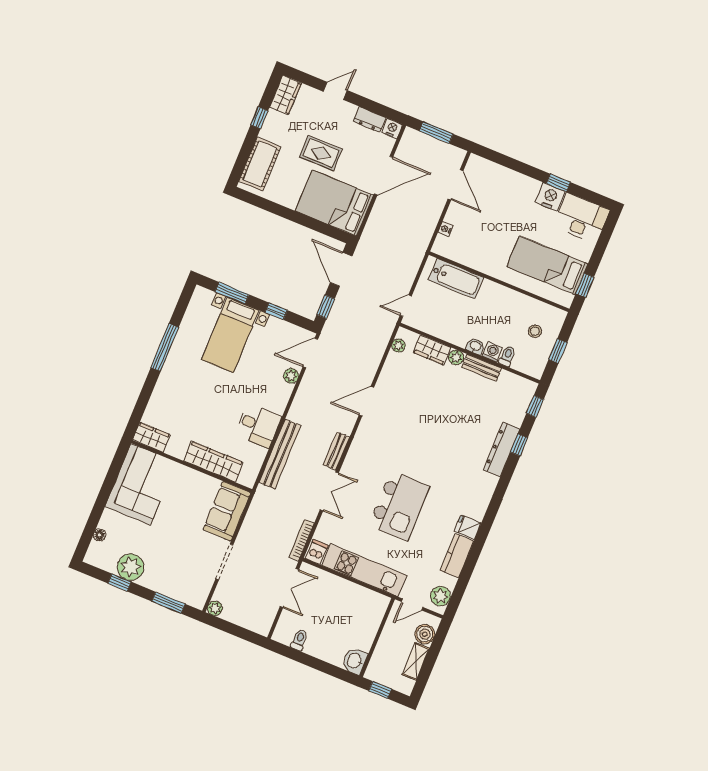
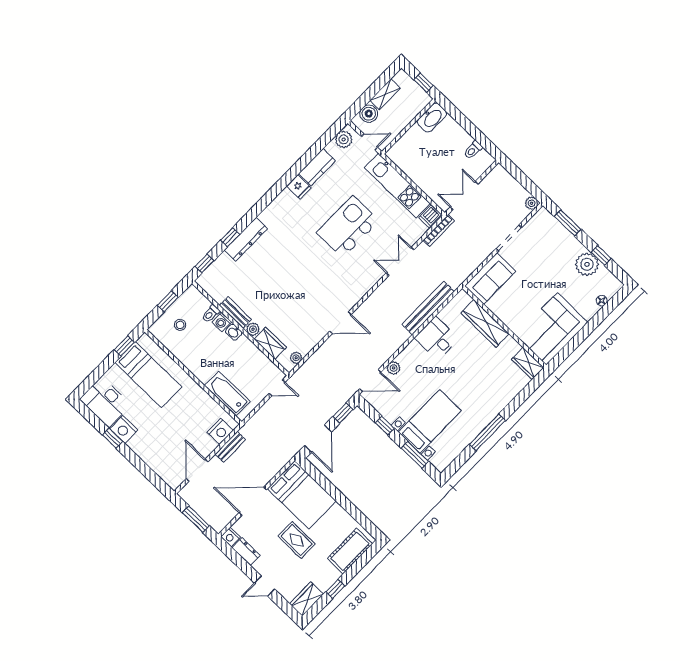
nightstand: (445, 229) -> (220, 431), width x1.89, depth x1.79
bench: (336, 451) -> (230, 447), moved
washbasin: (355, 661) -> (432, 118), width x1.38

